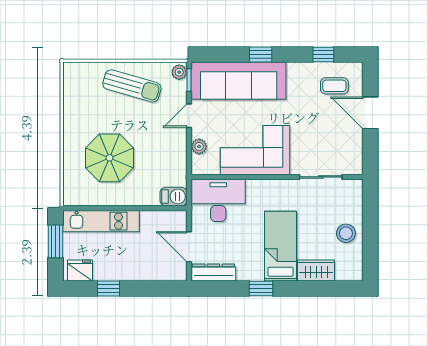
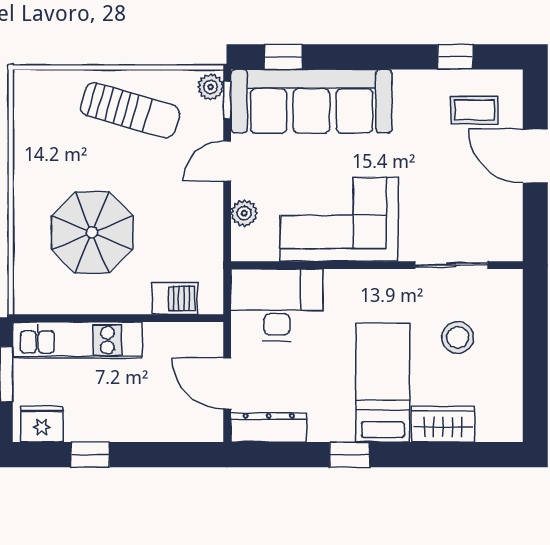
window: (261, 54) -> (283, 57), moved
barbecue: (173, 196) -> (175, 298), moved
stool: (346, 233) -> (458, 337), moved

